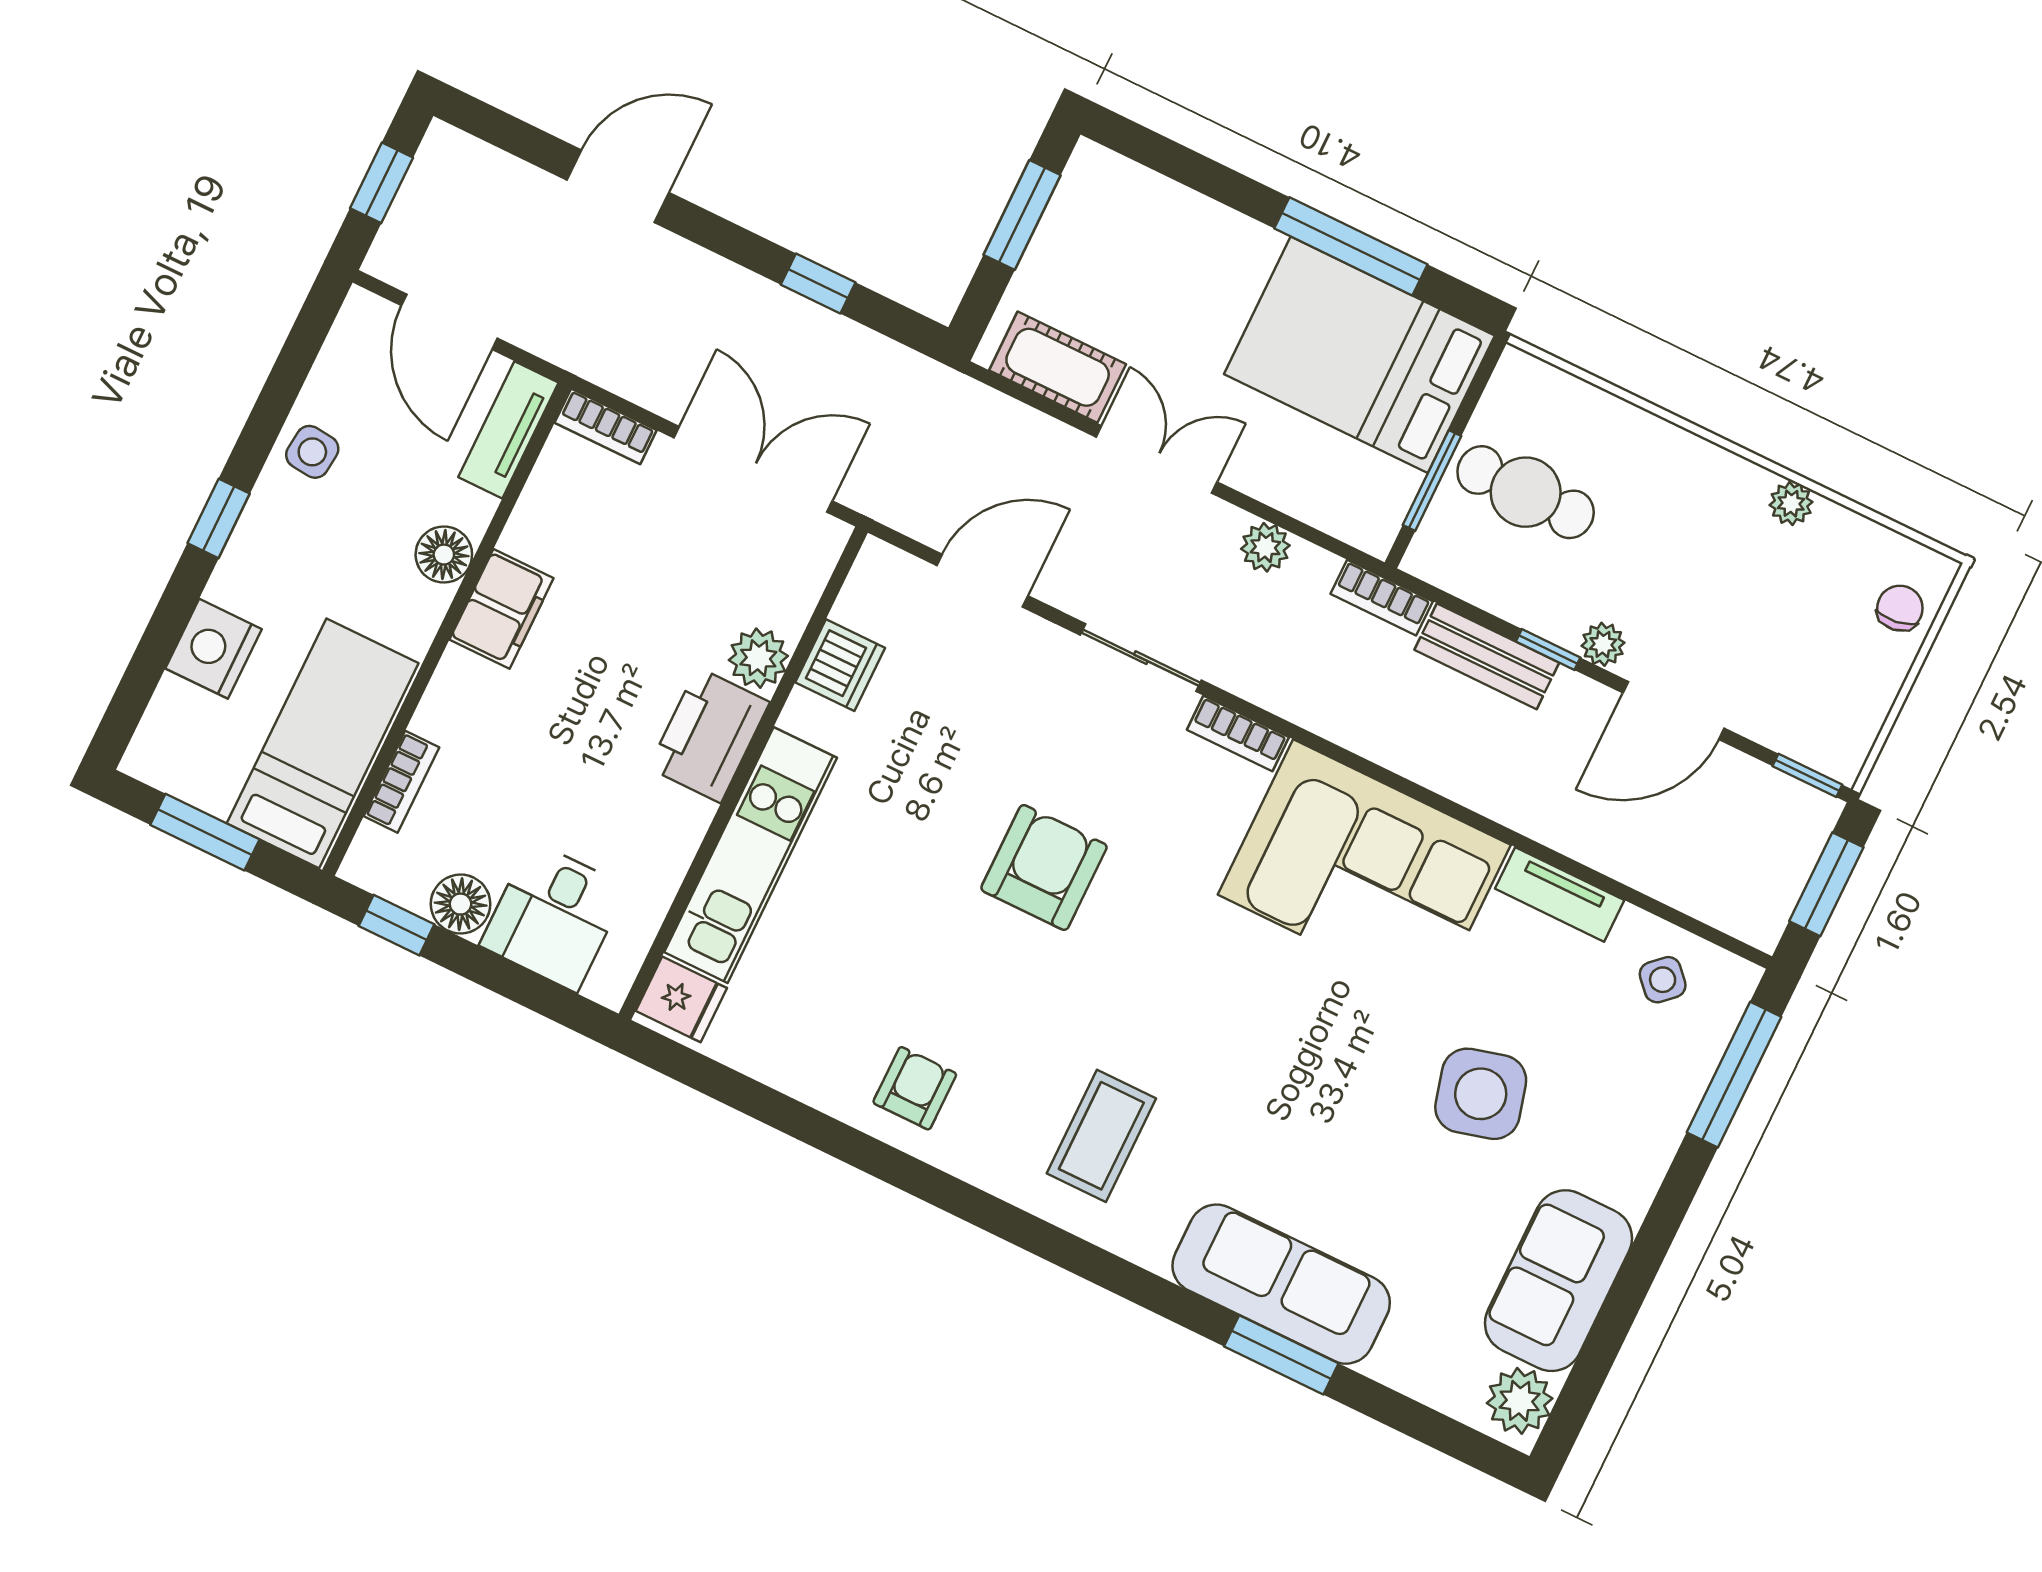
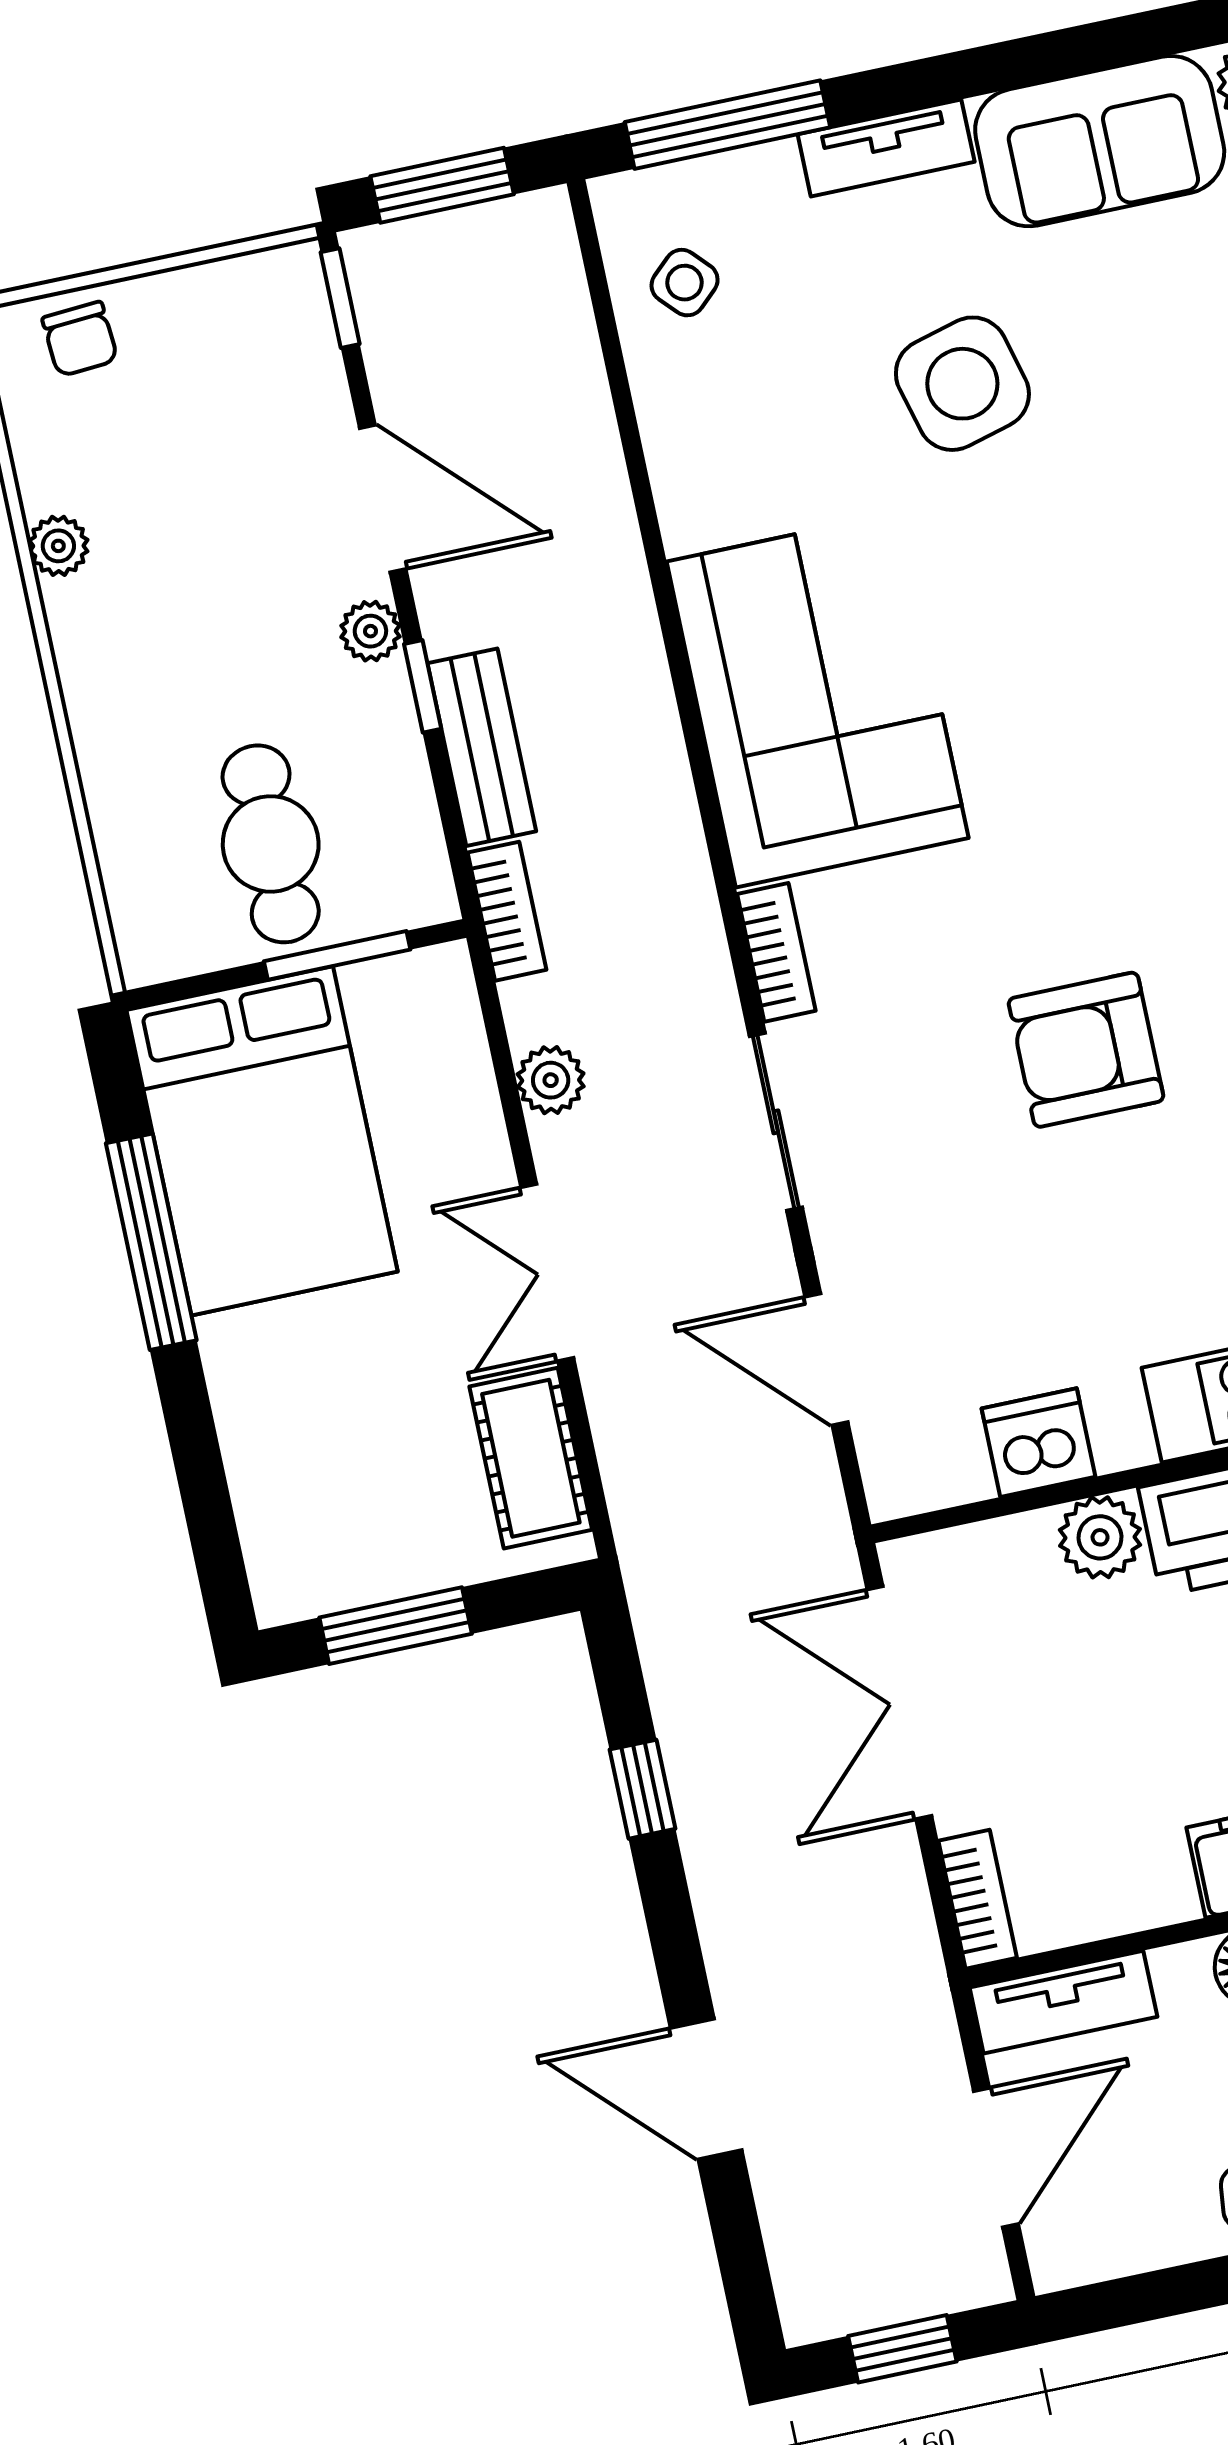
chair: (1900, 608) -> (80, 339), turned -86
tv unit: (1560, 894) -> (886, 148), moved, turned 90

